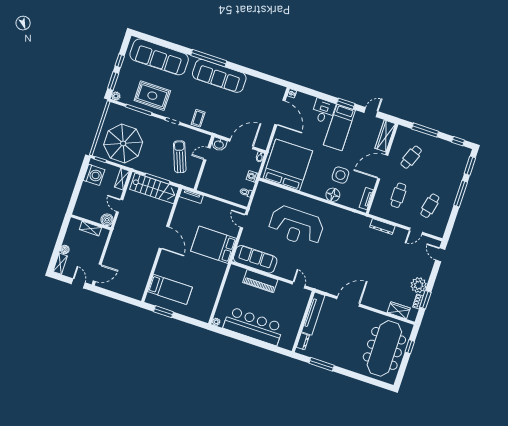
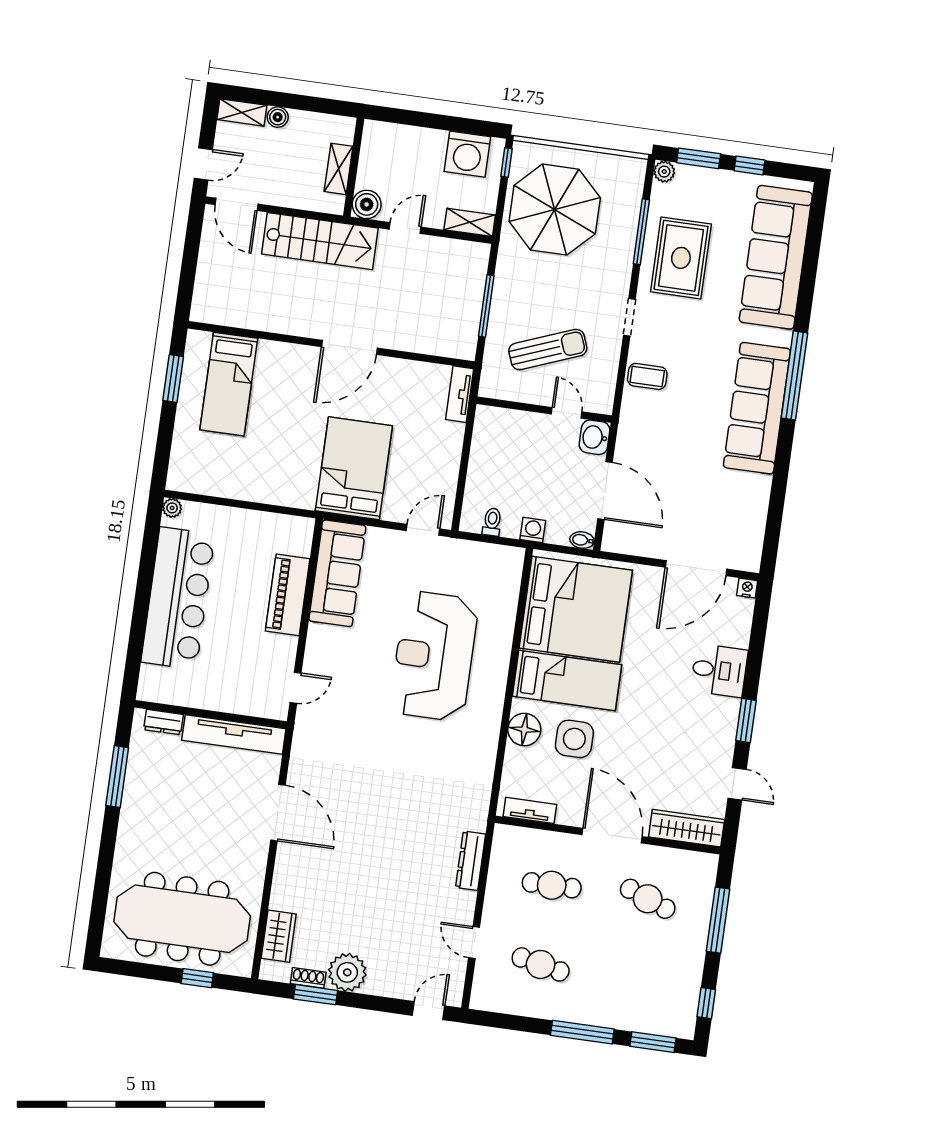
bed: (339, 128) -> (567, 680), moved, turned 180
stairs: (154, 188) -> (320, 241), moved, turned -90

